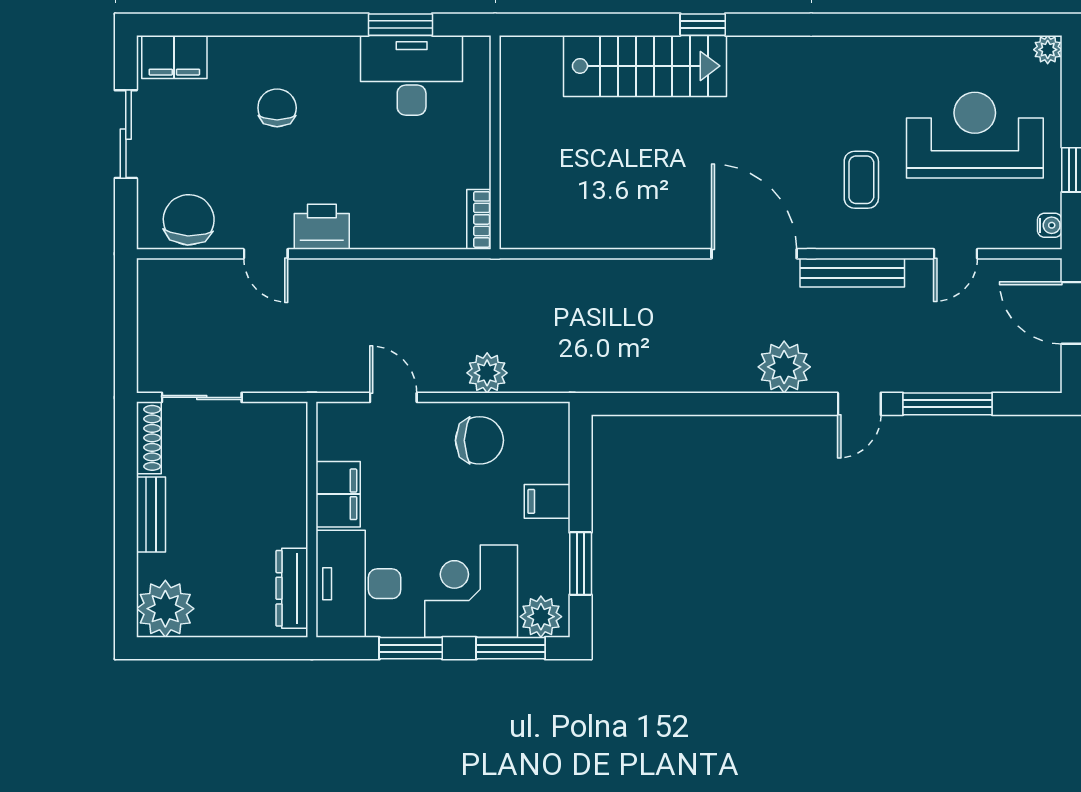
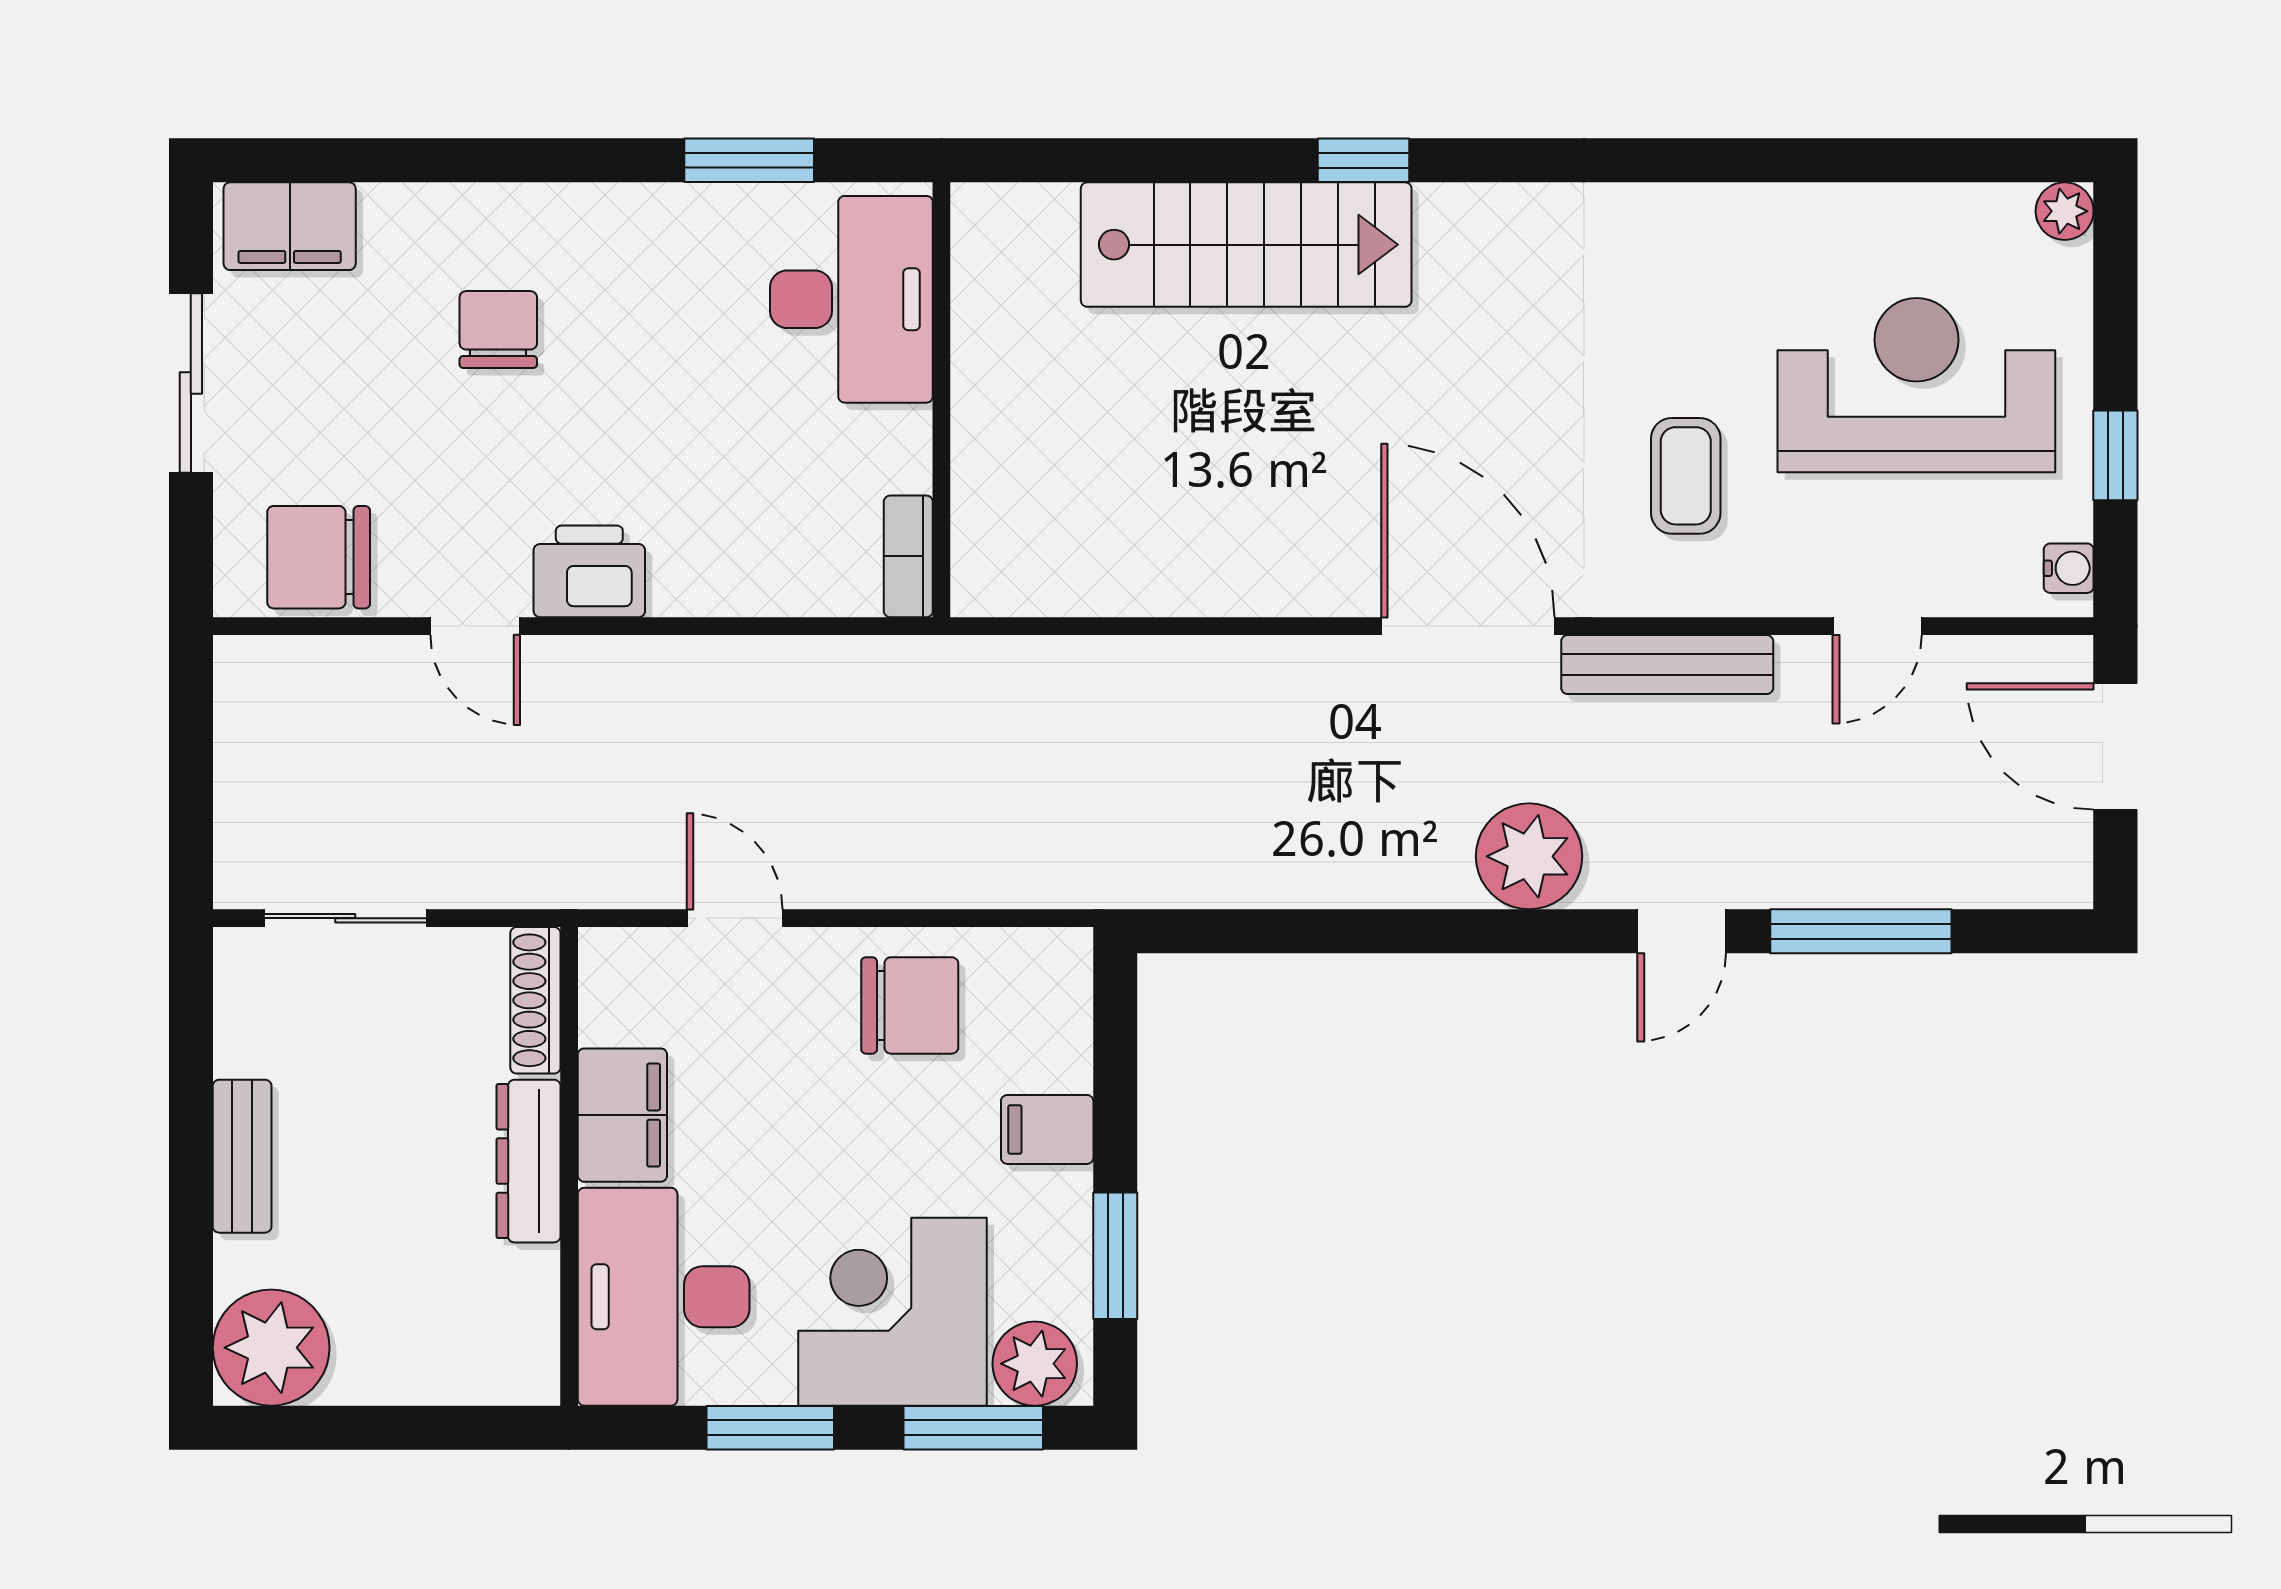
desk: (412, 75) -> (851, 299), moved, turned 90
chair: (189, 220) -> (319, 557), turned -93
plant: (487, 373) -> (925, 868), removed
shoe rack: (149, 438) -> (535, 1000), moved, turned 180
dresser: (292, 588) -> (528, 1161), moved

